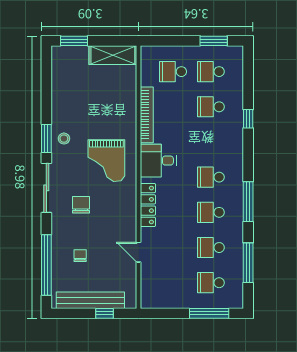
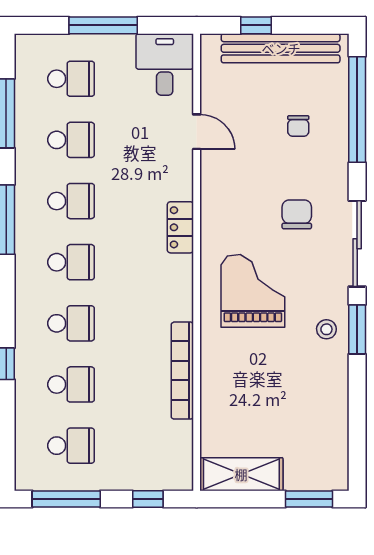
window: (167, 41) -> (148, 499), added
window: (214, 41) -> (66, 499), width x1.44
school desk: (173, 72) -> (71, 323), moved
desk: (158, 161) -> (165, 65), moved, turned -90
chair: (81, 205) -> (297, 214), turned 180
locker: (148, 205) -> (180, 227), width x0.66
window: (209, 313) -> (103, 25), moved

